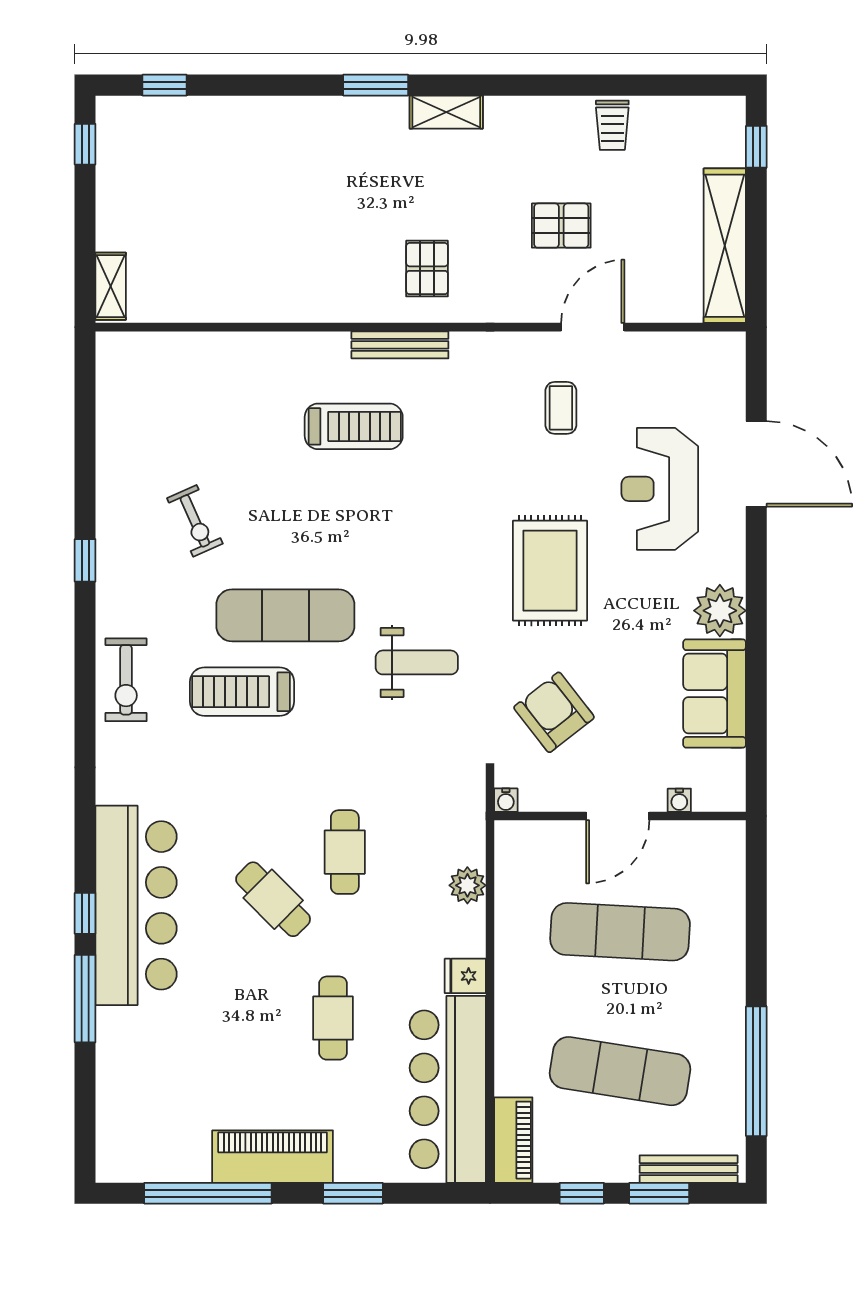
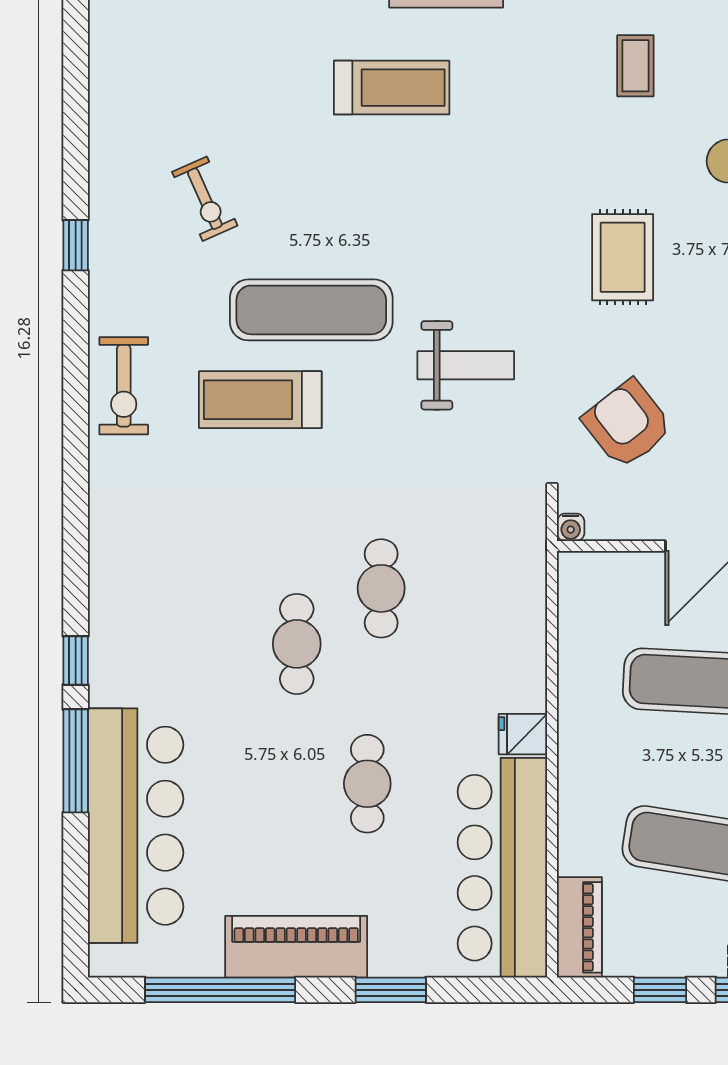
rug: (550, 571) -> (623, 257), width x0.73, depth x0.70
plant: (467, 885) -> (526, 628), removed
cafe table: (273, 899) -> (297, 644), turned 45
bar counter: (136, 905) -> (136, 826), moved

